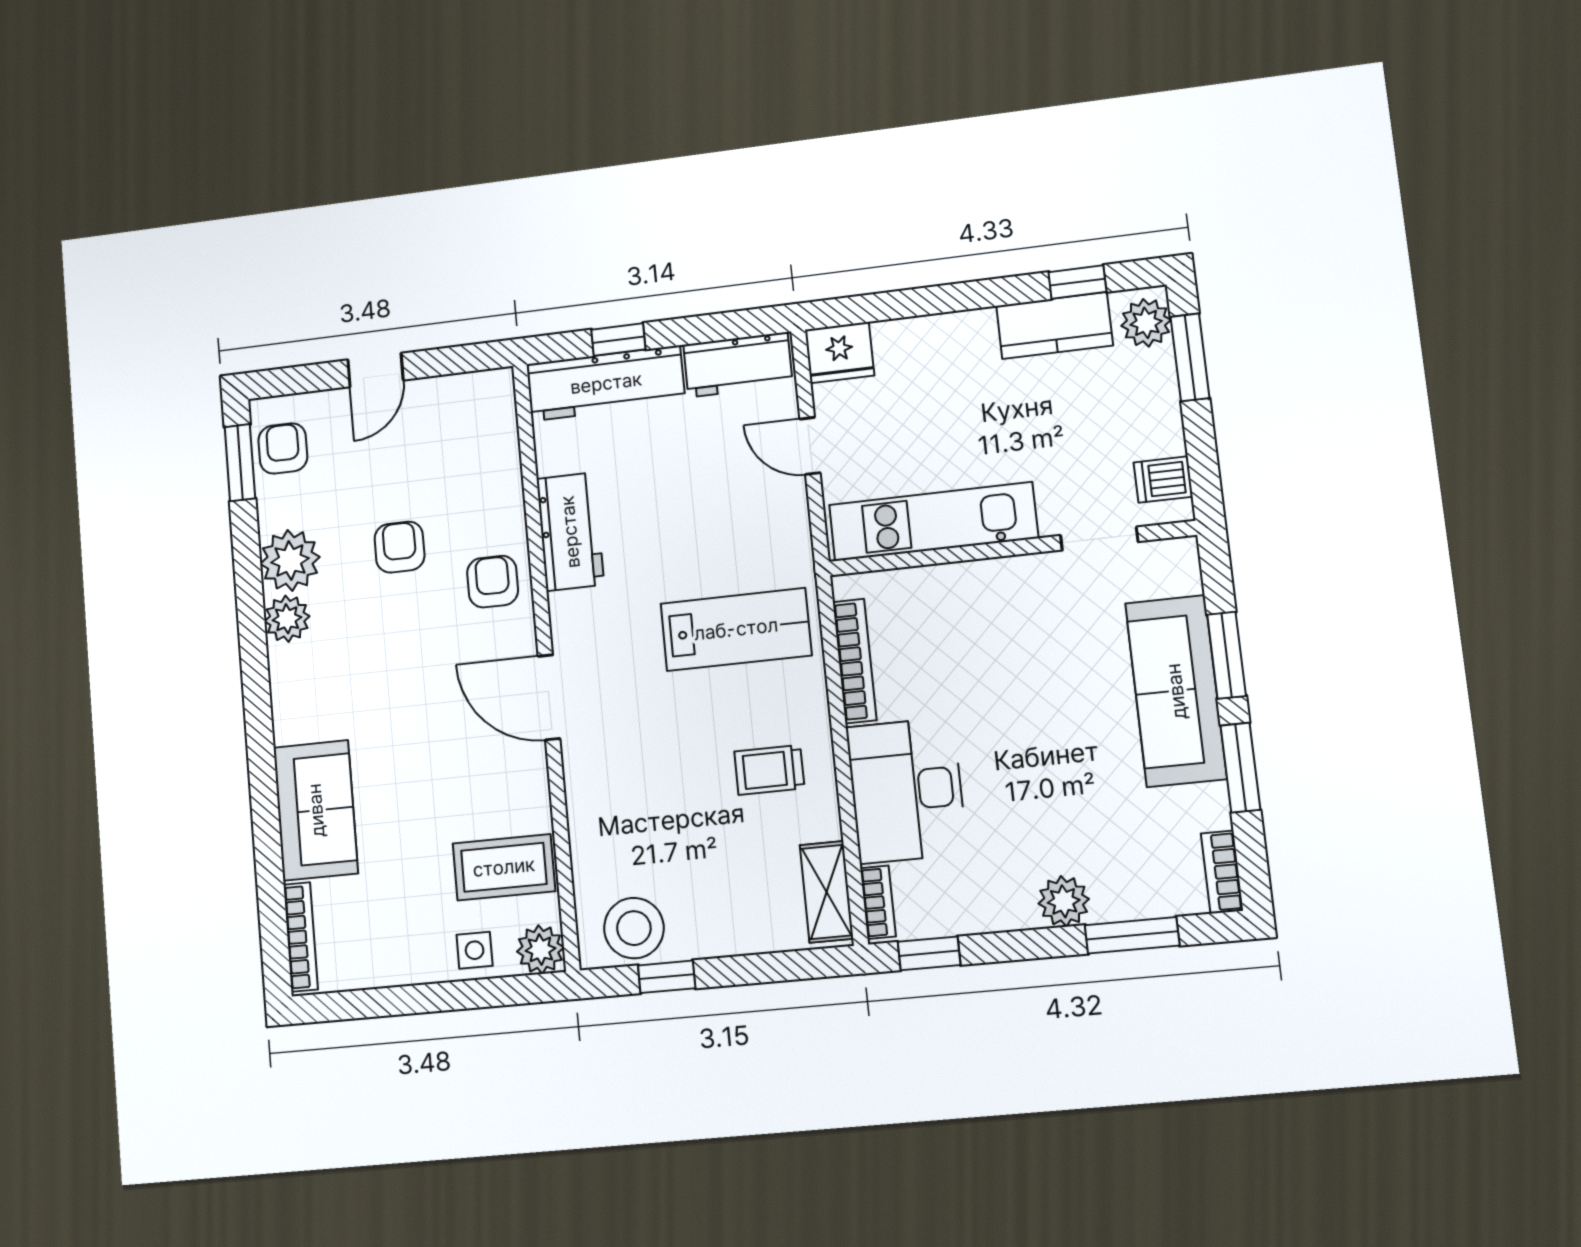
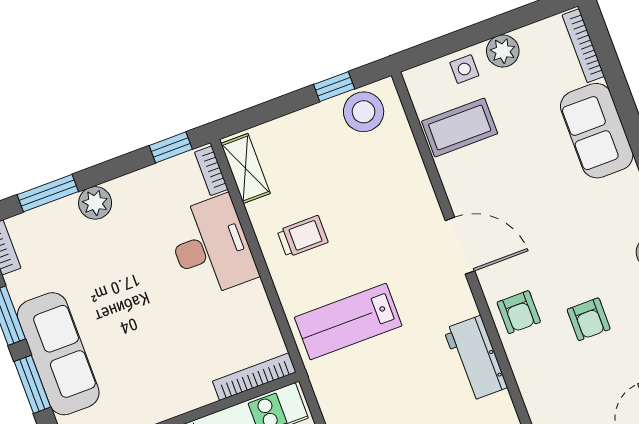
bookcase: (855, 661) -> (254, 377), moved, turned 90
plant: (540, 949) -> (503, 51), moved

